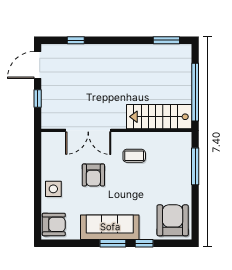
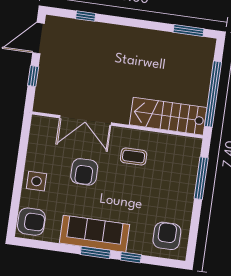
armchair: (173, 220) -> (167, 236), width x0.73, depth x0.73

